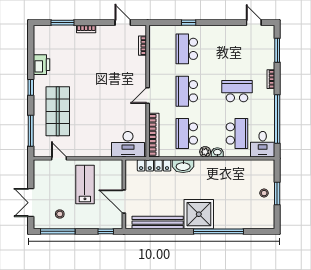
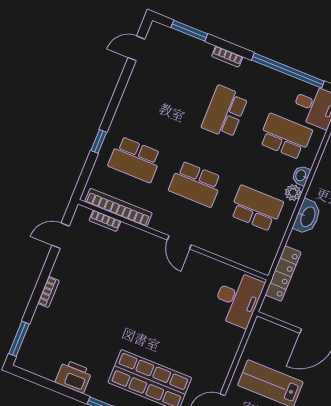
window: (63, 23) -> (19, 339), moved
school desk: (187, 134) -> (256, 208), turned 180
bookcase: (154, 135) -> (118, 207), moved
washbasin: (183, 166) -> (307, 217), moved

